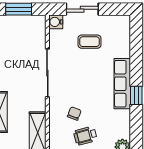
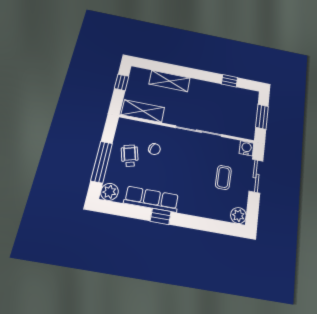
plant: (123, 22) -> (238, 215), added
row of seats: (122, 84) -> (152, 199), moved

